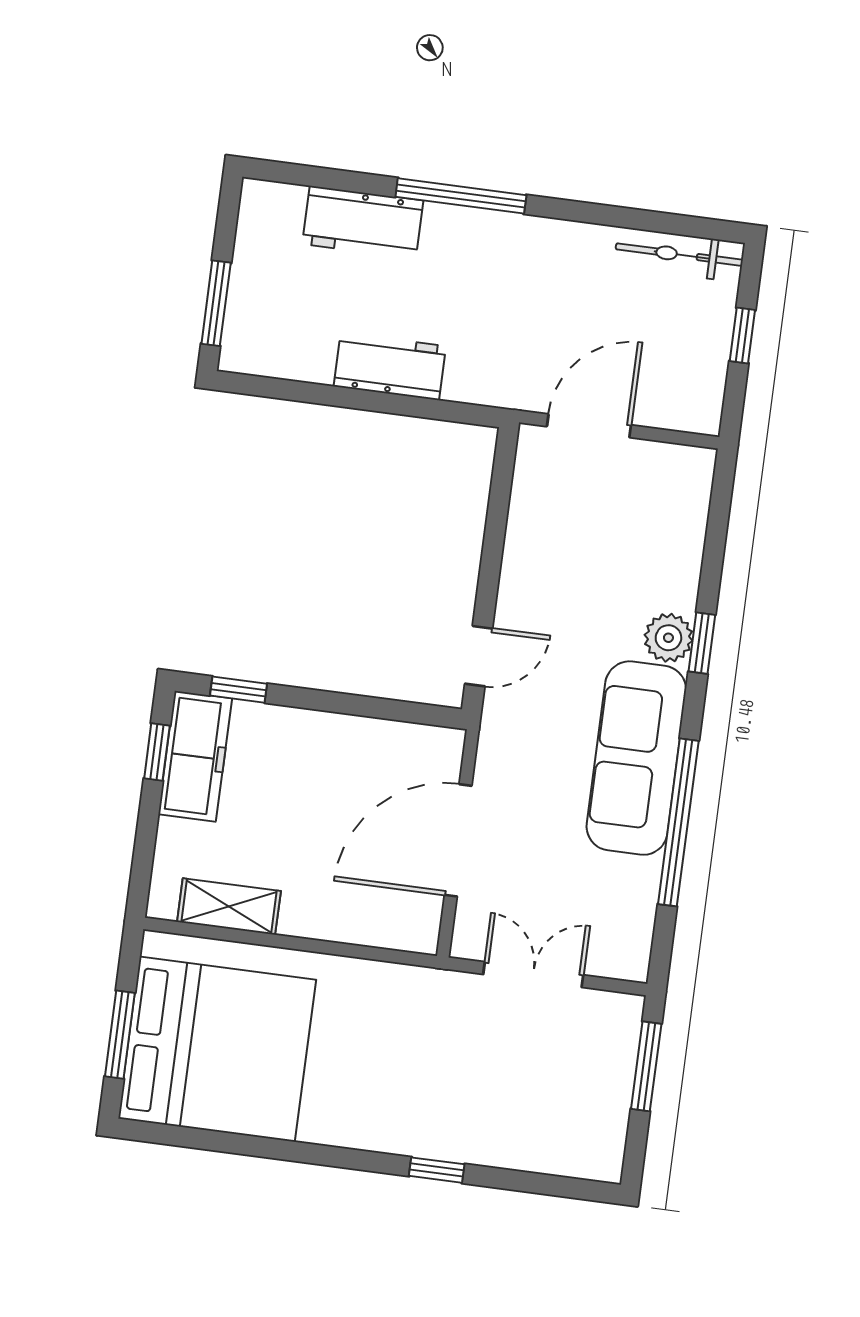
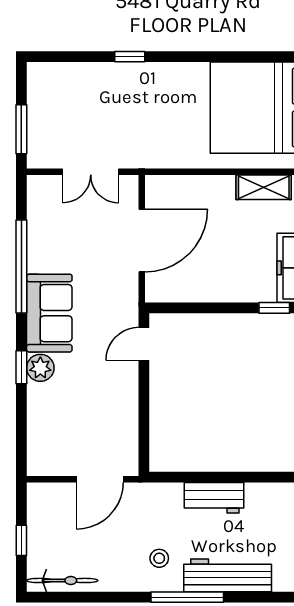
workbench: (363, 222) -> (228, 575), width x1.37
stool: (502, 271) -> (159, 558), added
sofa: (636, 758) -> (49, 313), width x0.73

